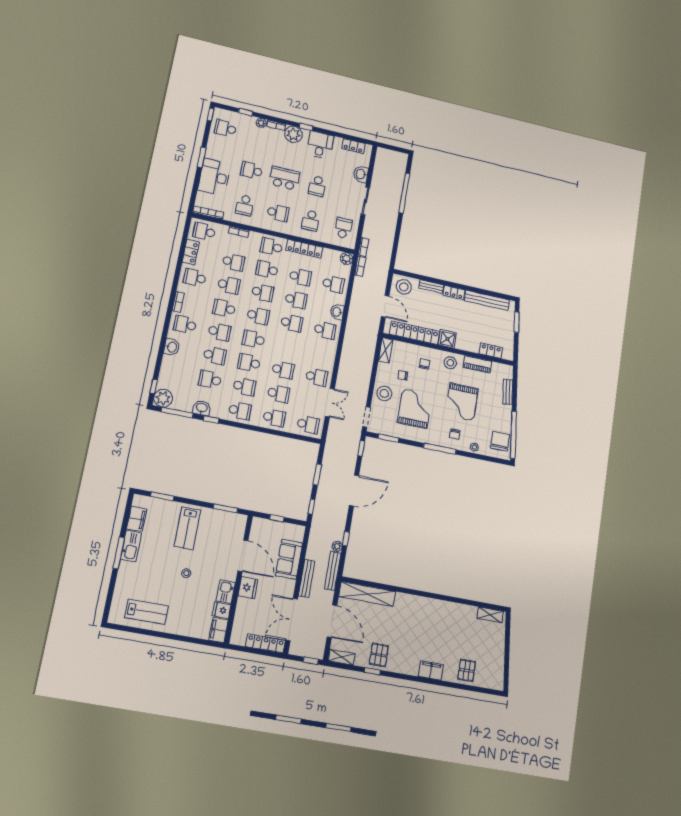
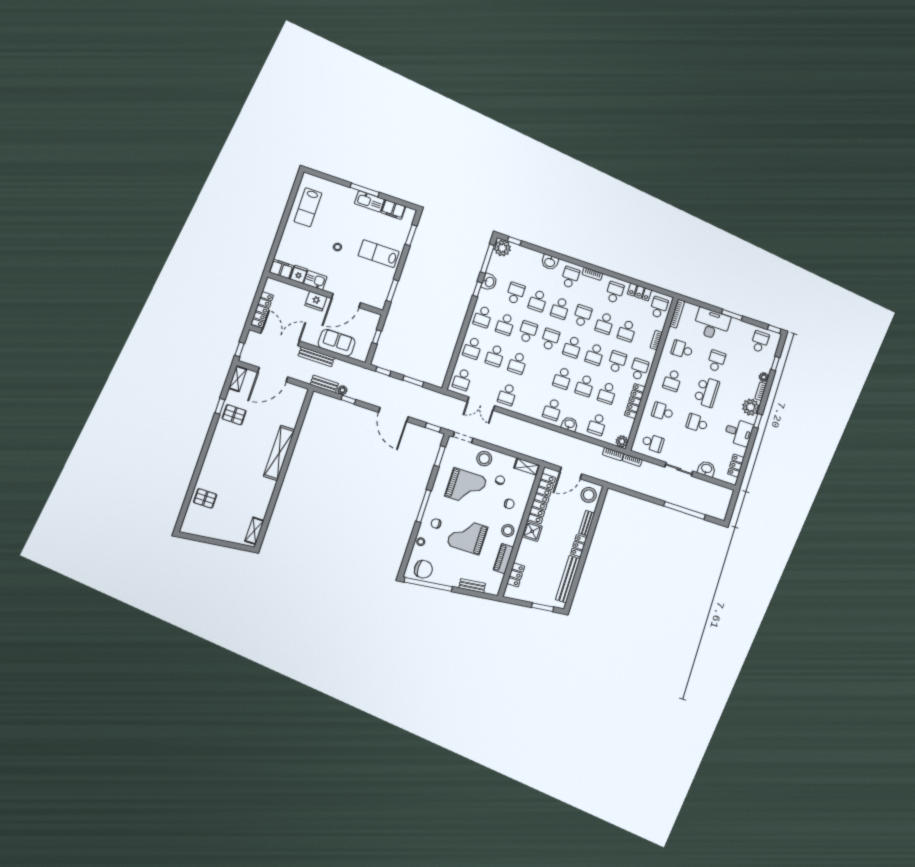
bench: (333, 571) -> (324, 384), width x0.73
shelving: (367, 594) -> (279, 453), moved
filing cabinet: (431, 671) -> (211, 463), removed

